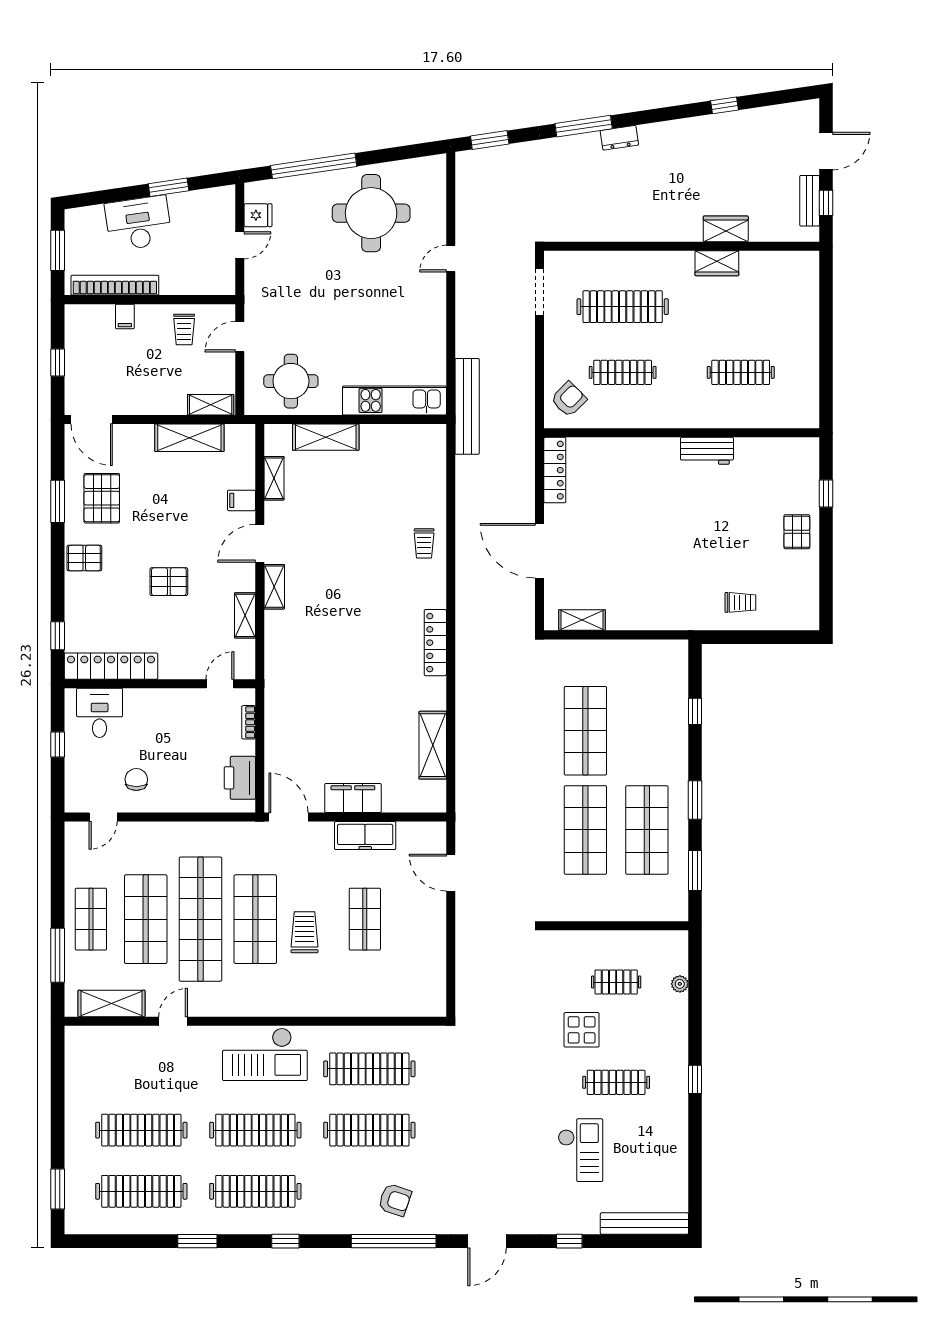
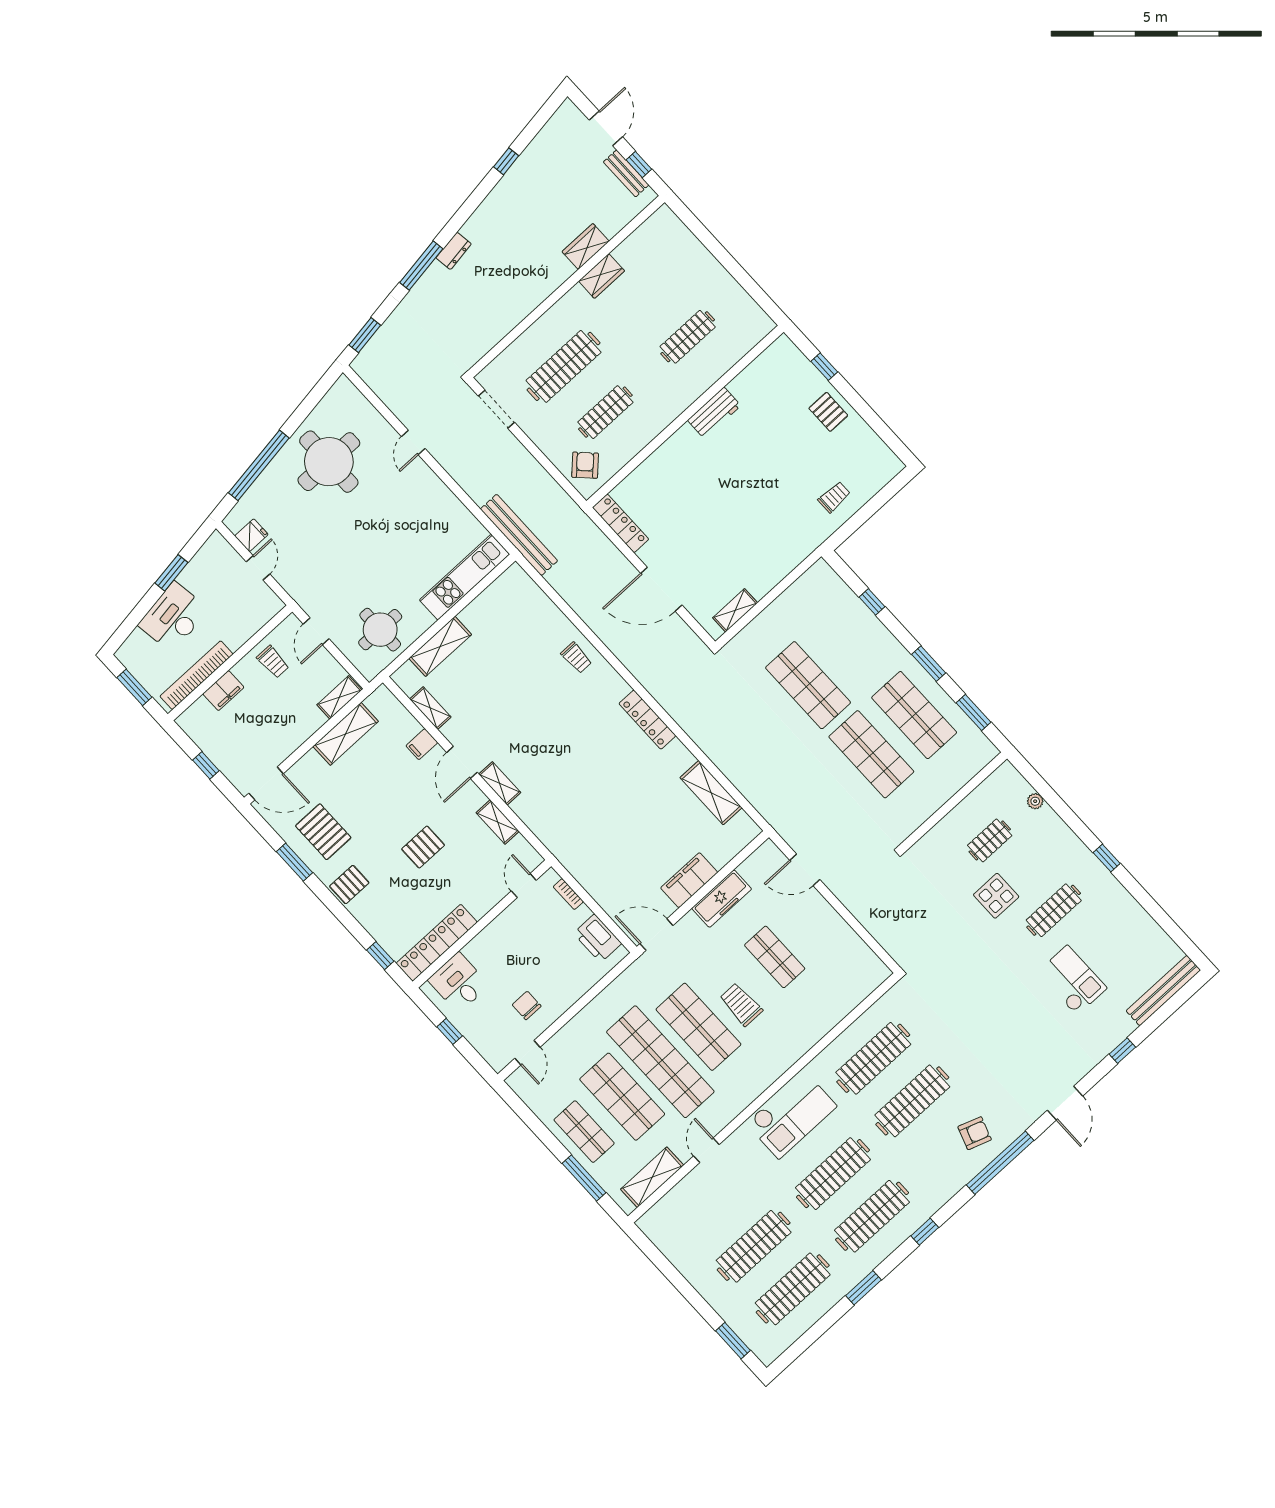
filing cabinet: (125, 316) -> (223, 691), width x2.00

